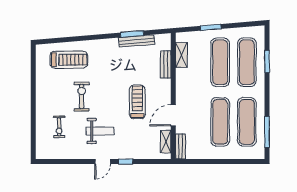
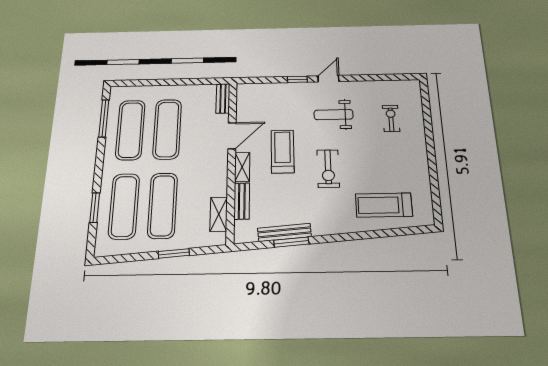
exercise bike: (82, 96) -> (328, 169), moved
treadmill: (137, 102) -> (282, 151), turned 180
shelving: (166, 142) -> (242, 167), moved

